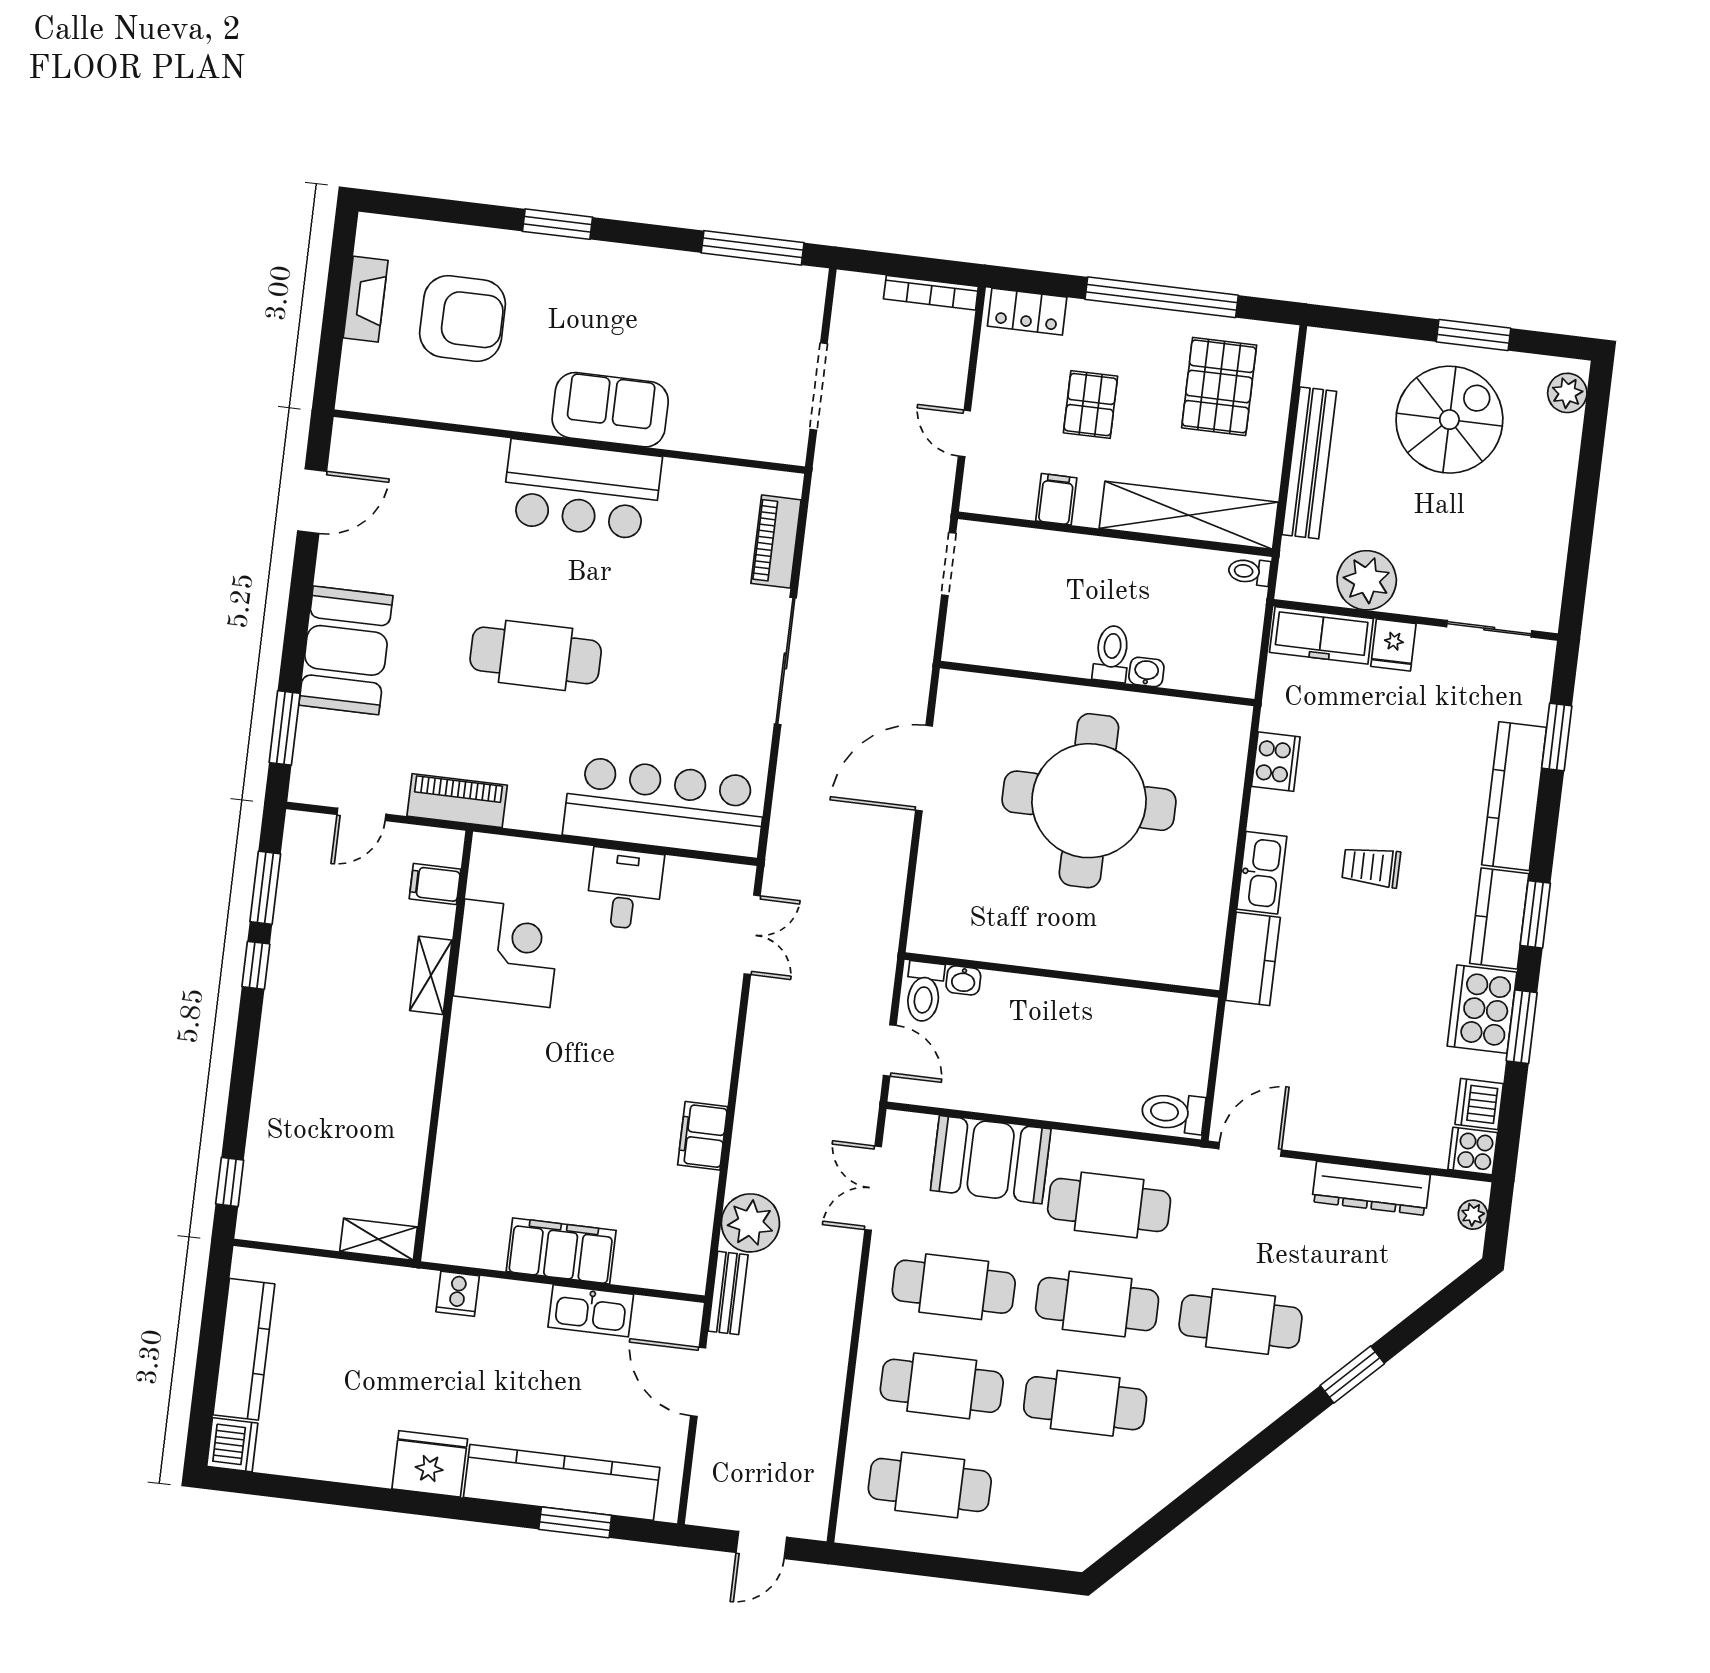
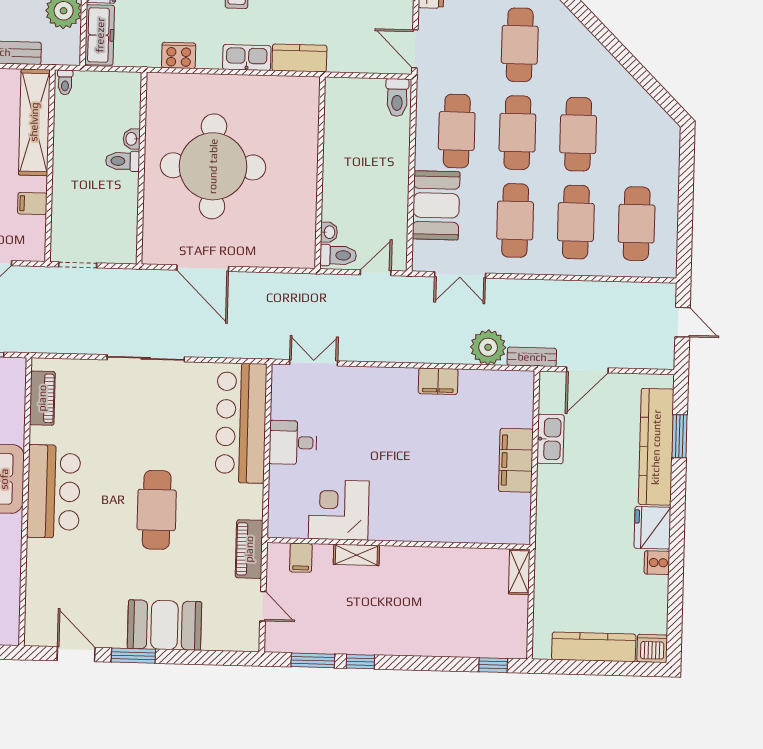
piano: (776, 542) -> (42, 398), moved, turned -90
window: (285, 728) -> (133, 656), moved
cooker: (458, 1294) -> (657, 563), moved, turned 180

